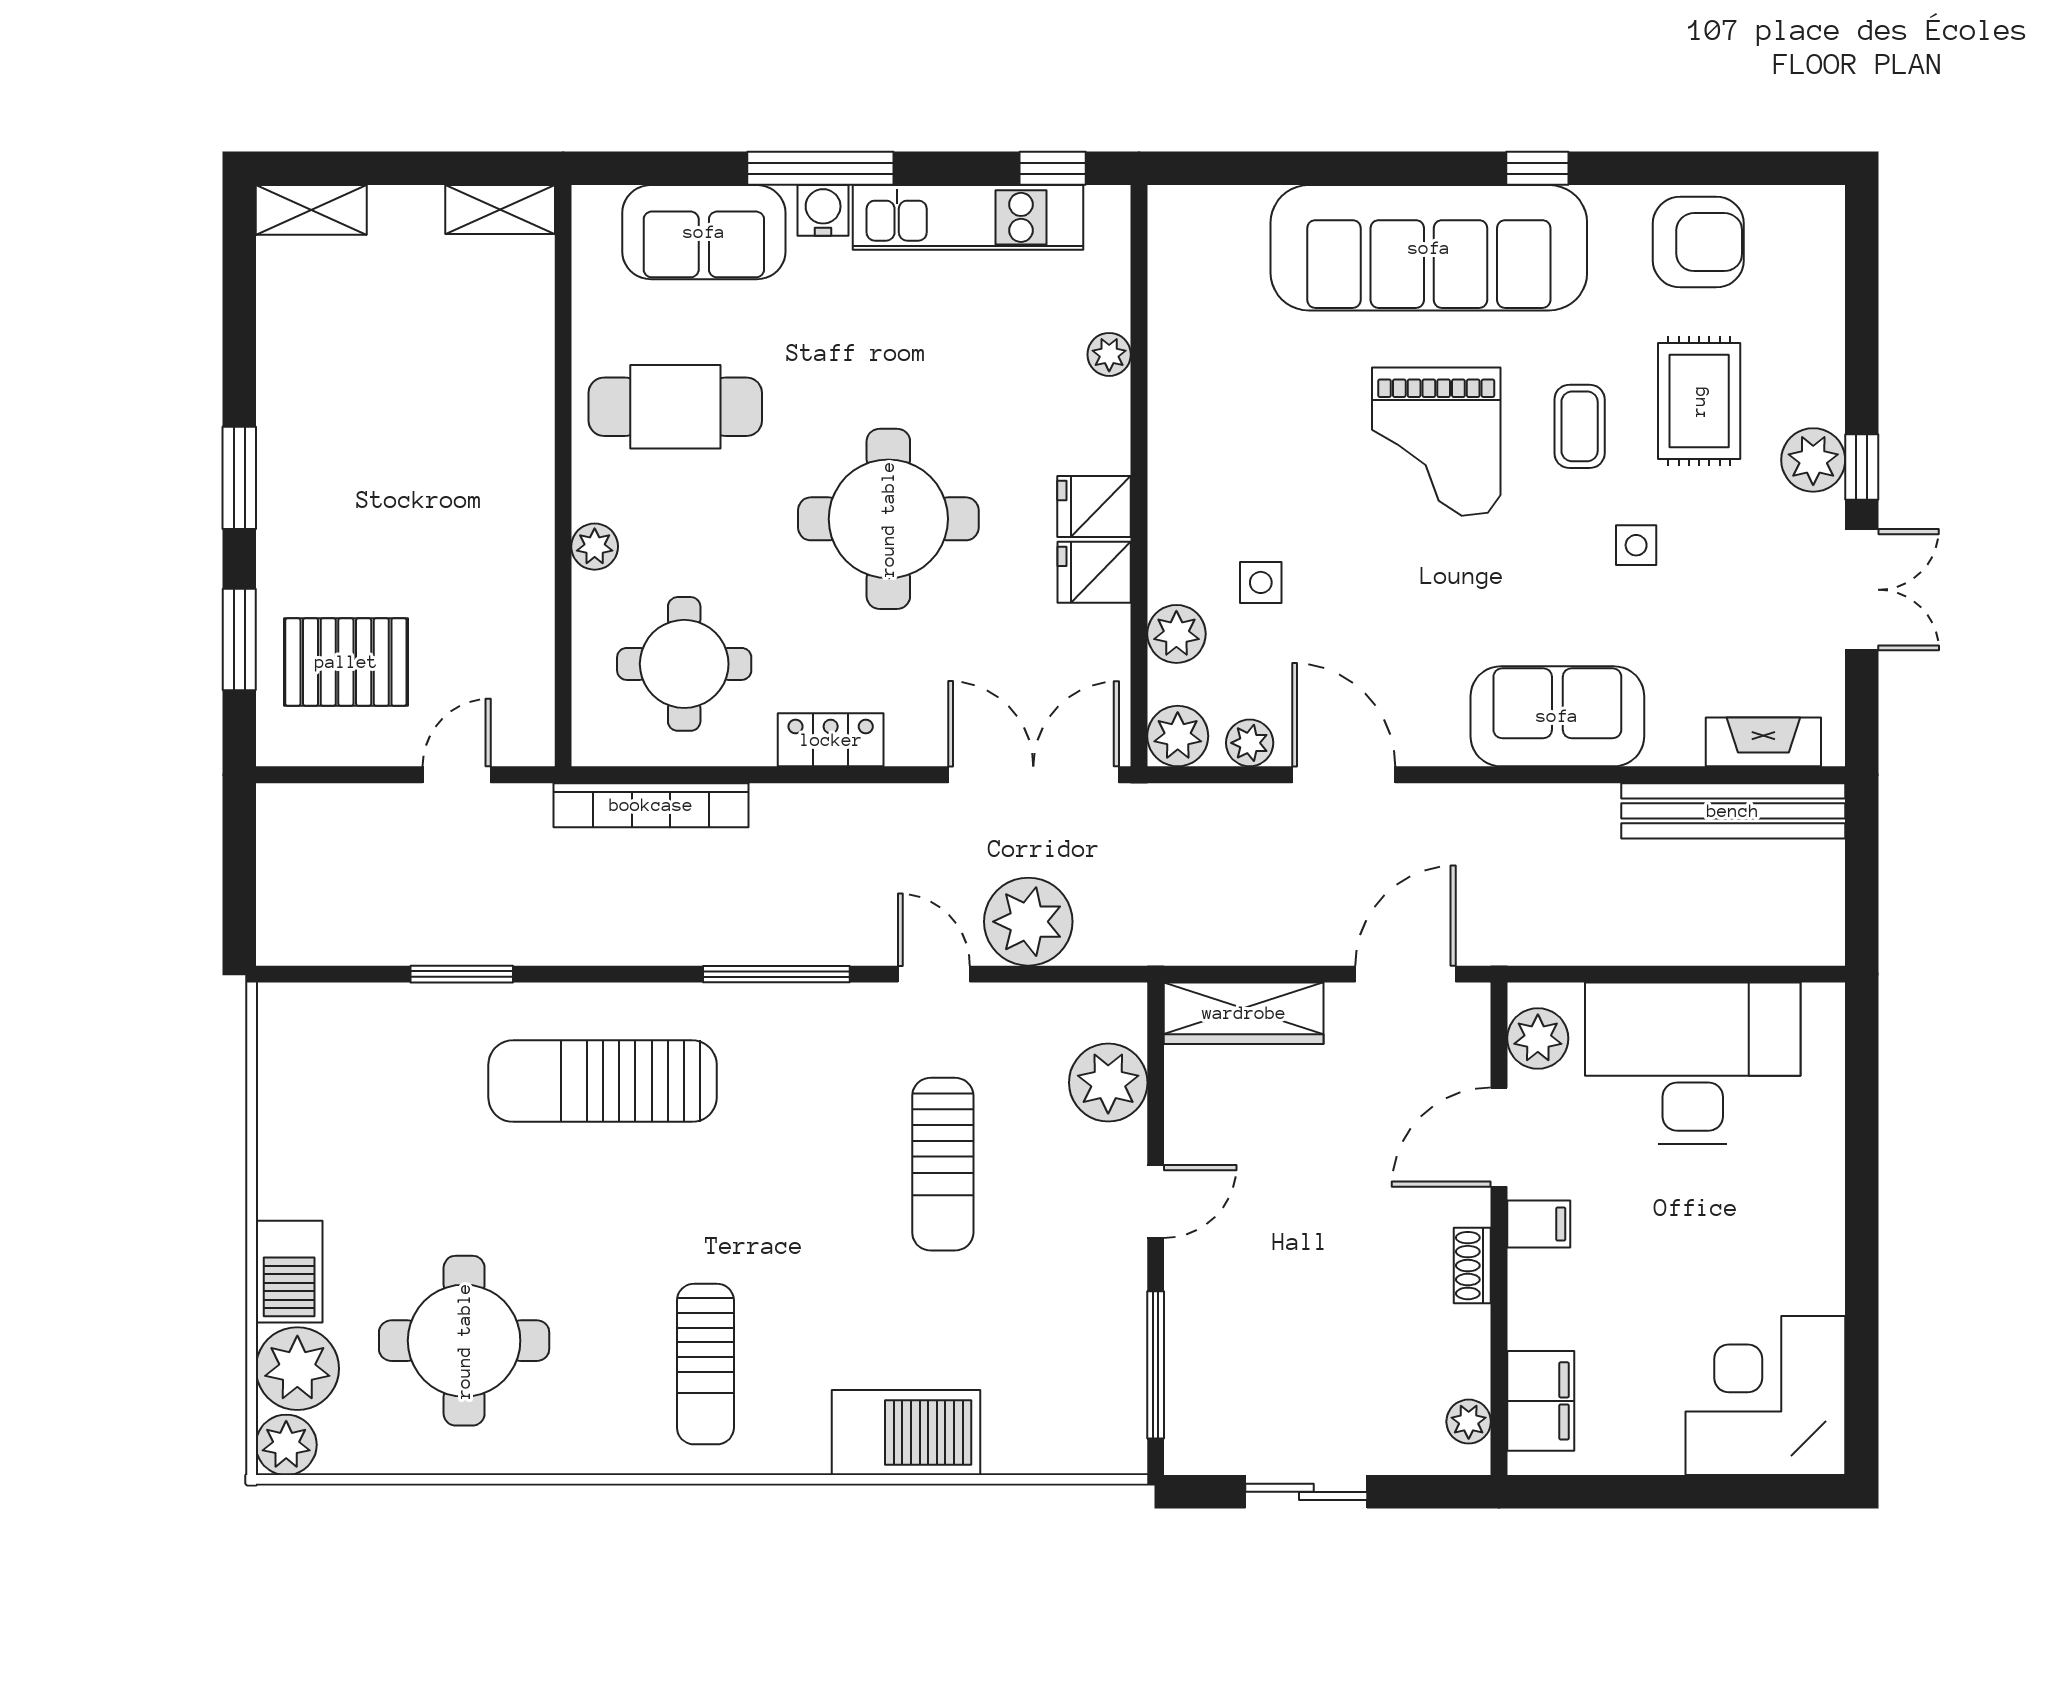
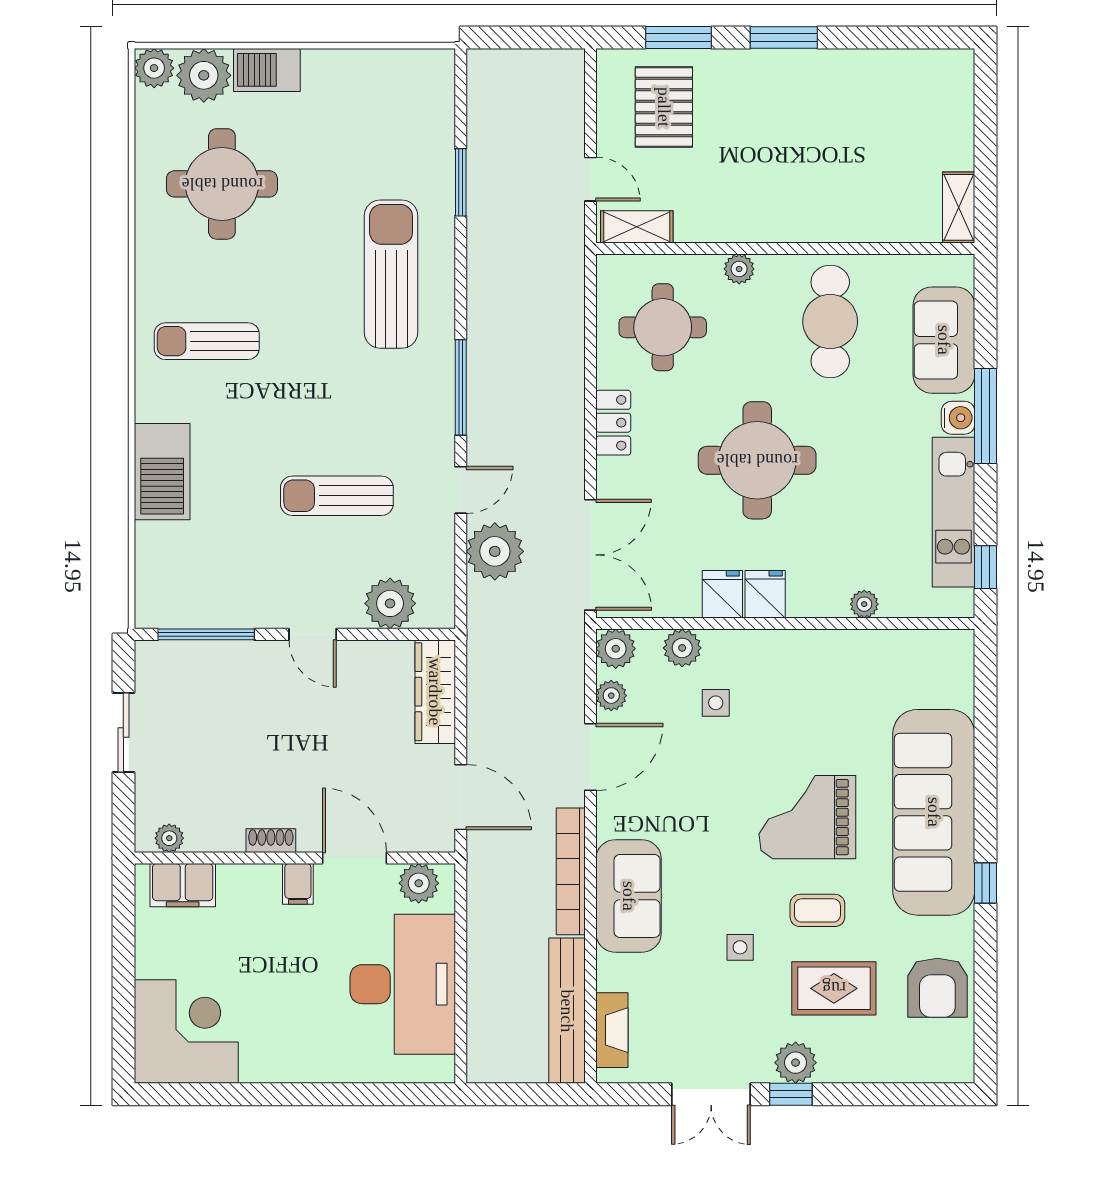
shelving: (311, 210) -> (637, 227), moved, turned 90
bookcase: (651, 805) -> (571, 871), moved

